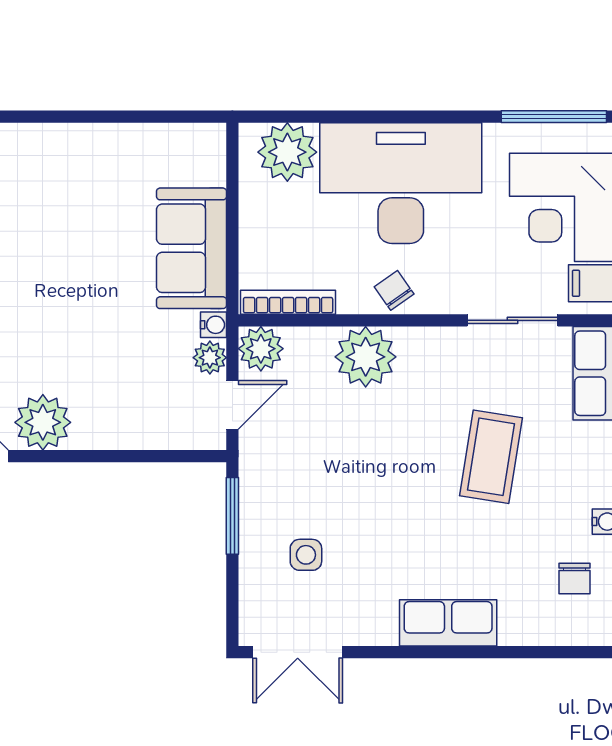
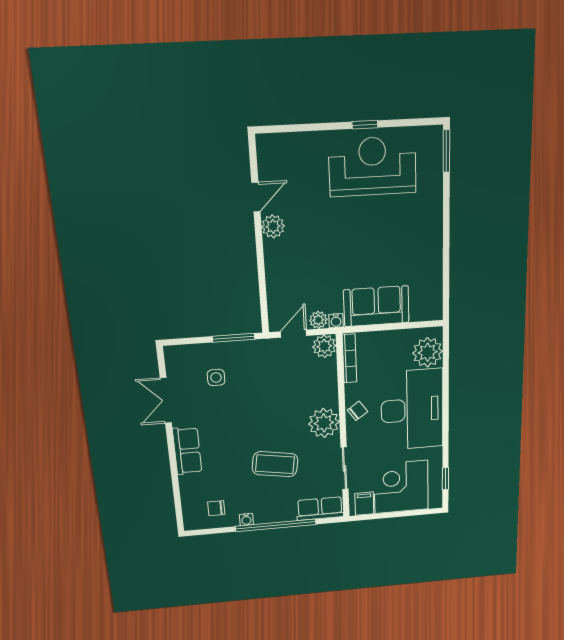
window: (554, 117) -> (445, 479), width x0.46
plant: (366, 357) -> (324, 423), moved
door: (232, 405) -> (294, 334), swing flipped
plant: (43, 422) -> (273, 226), width x0.73, depth x0.73
double door: (298, 652) -> (166, 400), moved

